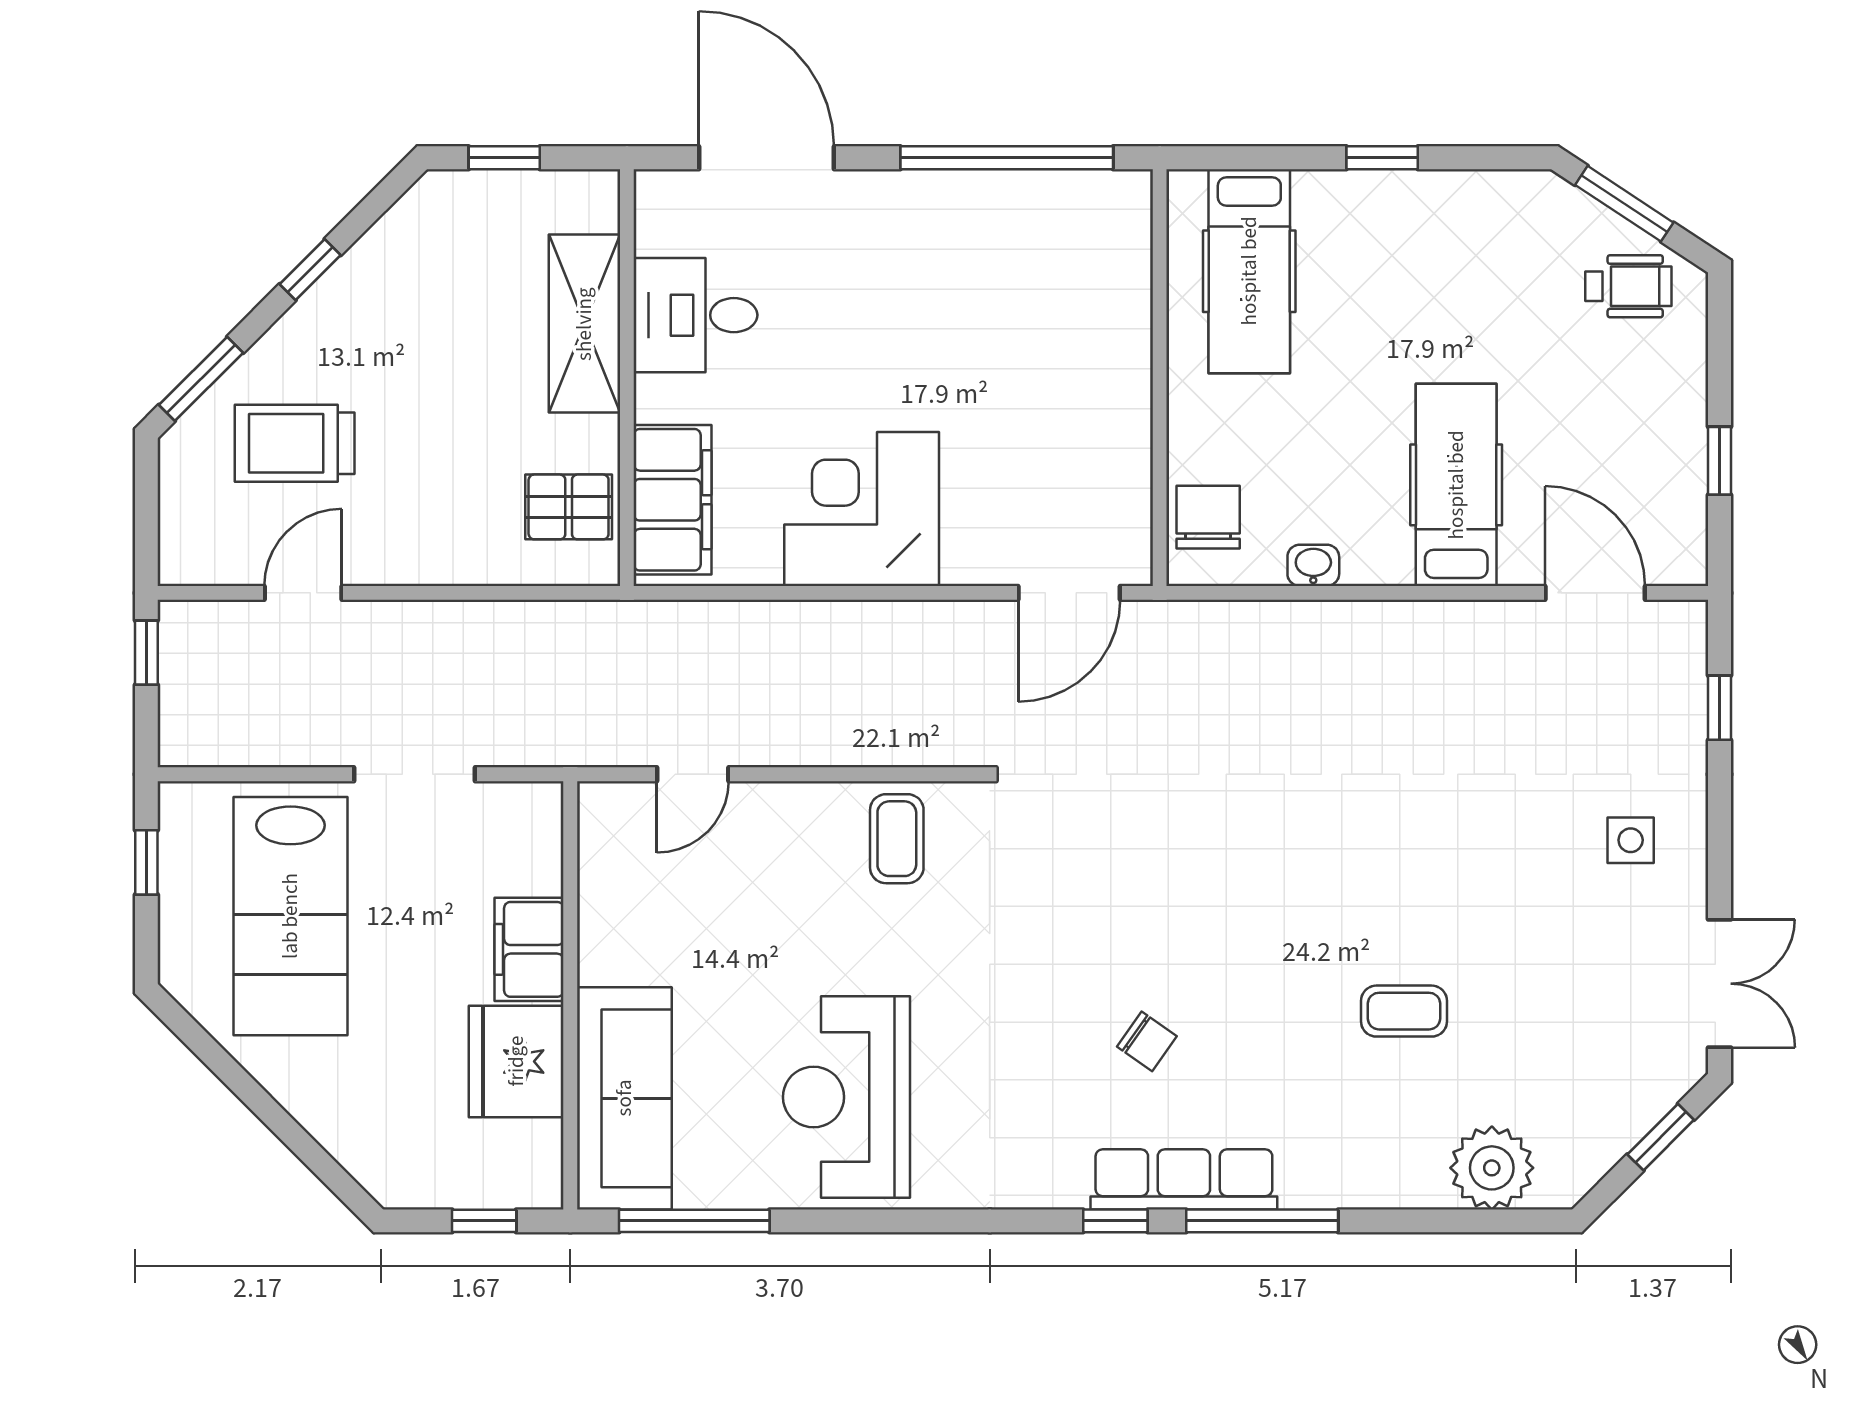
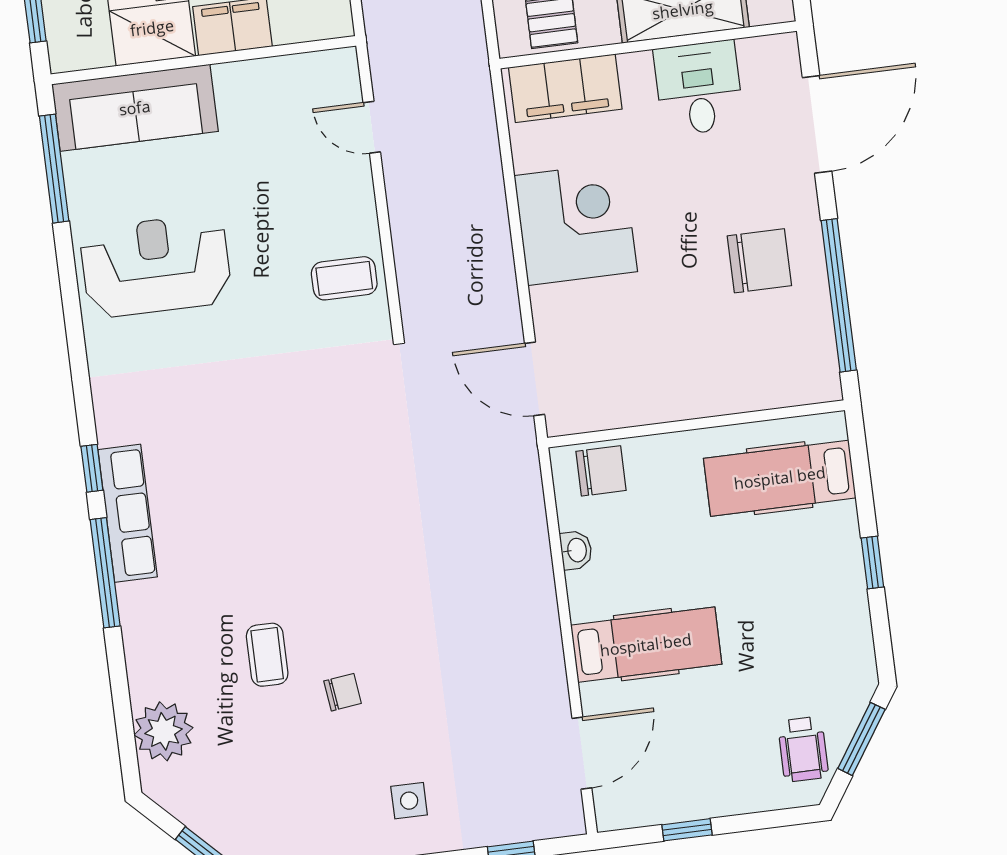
chair: (945, 261) -> (759, 261), added
chair: (1147, 1041) -> (343, 692), moved, turned -132

